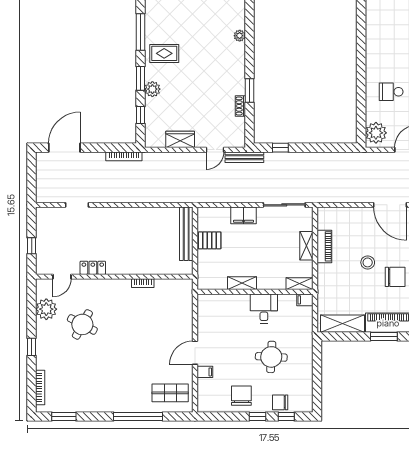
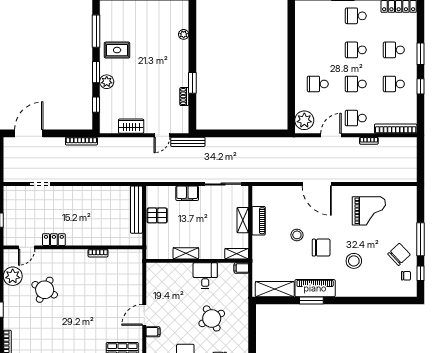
window: (280, 148) -> (220, 133), removed
round table: (271, 357) -> (212, 318), turned -31

